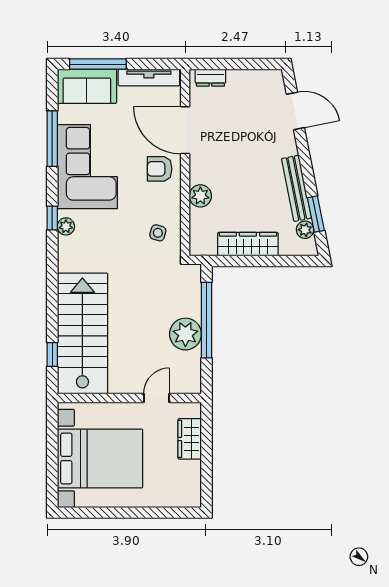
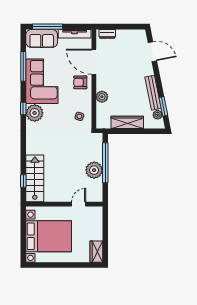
plant: (66, 226) -> (35, 113), width x1.88, depth x1.88
stairs: (82, 333) -> (35, 178), width x0.73, depth x0.66
wardrobe: (190, 439) -> (96, 252), moved

